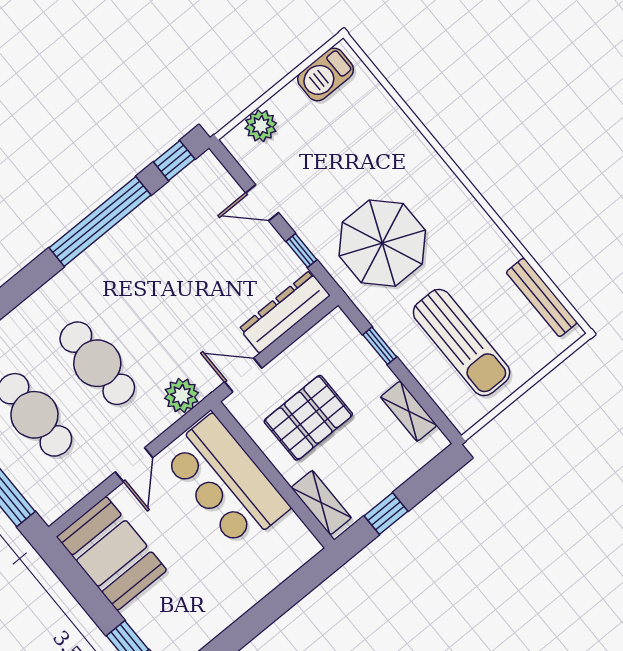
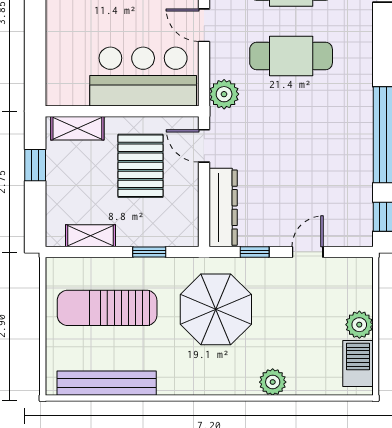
plant: (261, 126) -> (359, 325), moved
plant: (406, 138) -> (273, 382), added
bench: (542, 297) -> (107, 383), width x1.37, depth x1.21
door: (243, 375) -> (204, 146), swing flipped

